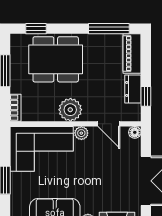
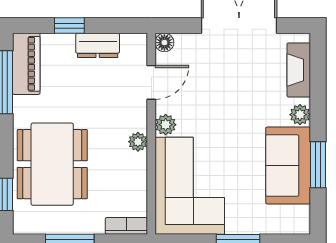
piano: (132, 54) -> (26, 64), moved, turned -90
window: (146, 96) -> (69, 26), moved
plant: (70, 110) -> (138, 142), width x0.53, depth x0.53

